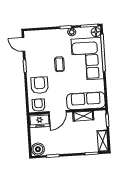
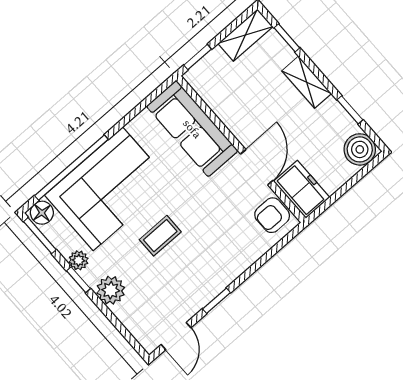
plant: (54, 35) -> (111, 290), added
armchair: (40, 85) -> (231, 243), removed
door: (58, 112) -> (257, 167), hinge flipped
shelving: (83, 116) -> (307, 82), moved

